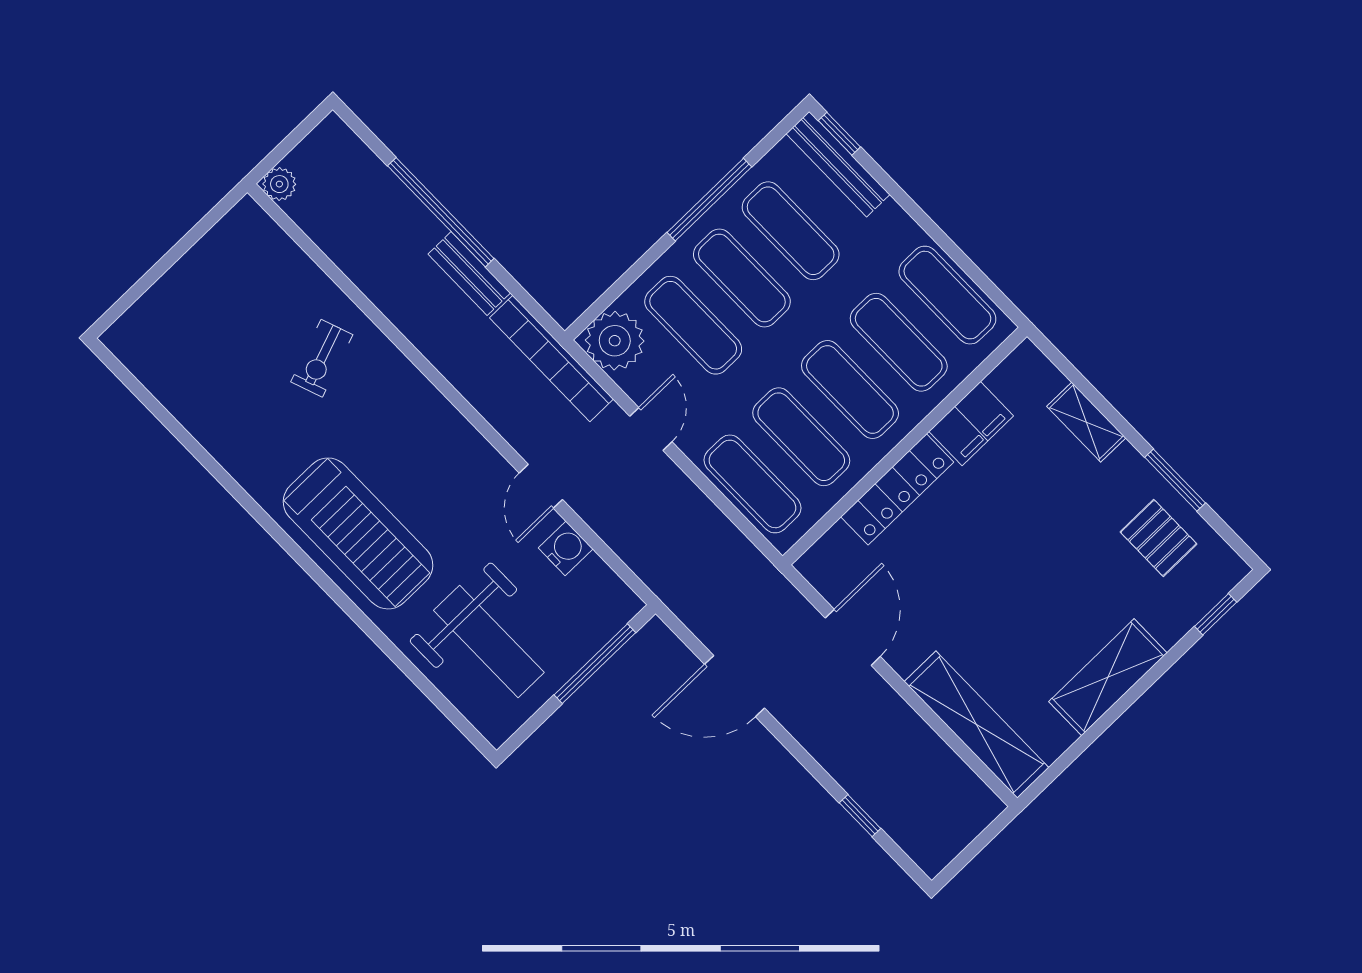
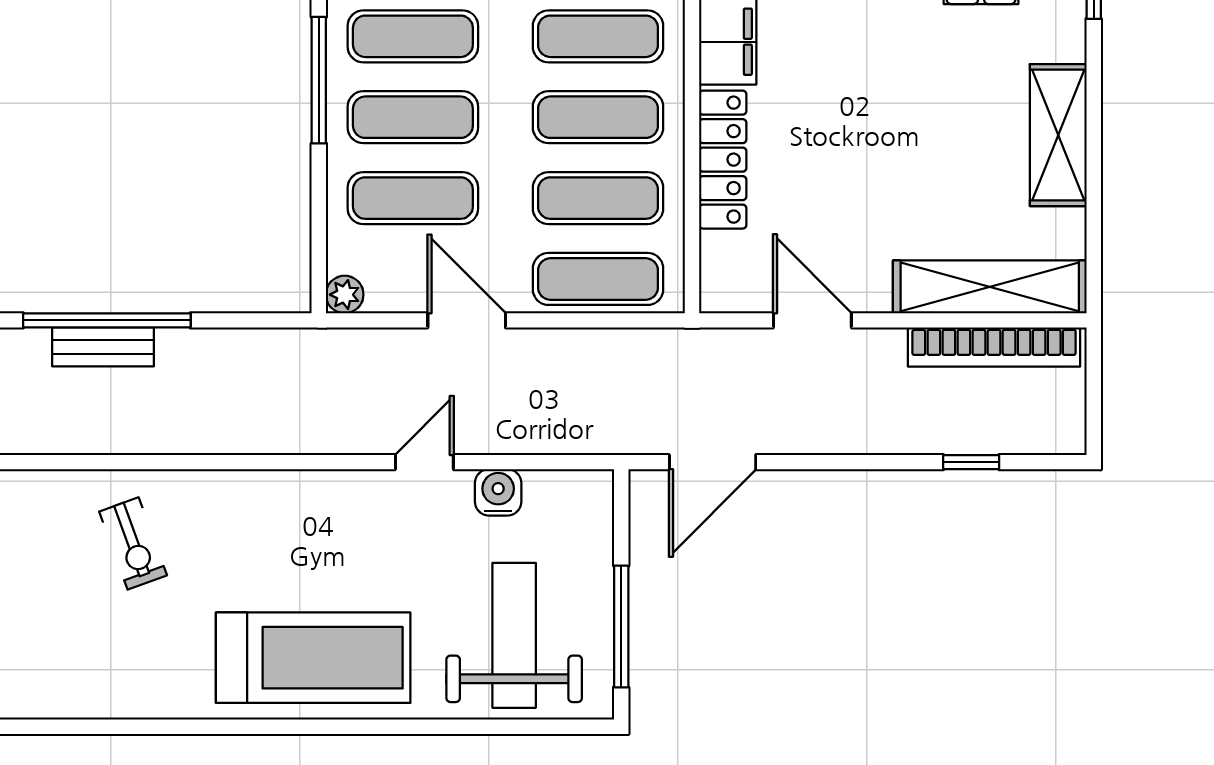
bench: (469, 274) -> (103, 347), moved
plant: (615, 341) -> (345, 295), width x0.53, depth x0.53
bookcase: (551, 358) -> (994, 347), moved
door: (651, 429) -> (467, 320), width x1.37
door: (541, 486) -> (424, 462), swing flipped
weight bench: (489, 641) -> (514, 635), turned -90
window: (595, 664) -> (621, 626), moved
door: (735, 686) -> (713, 462), moved

